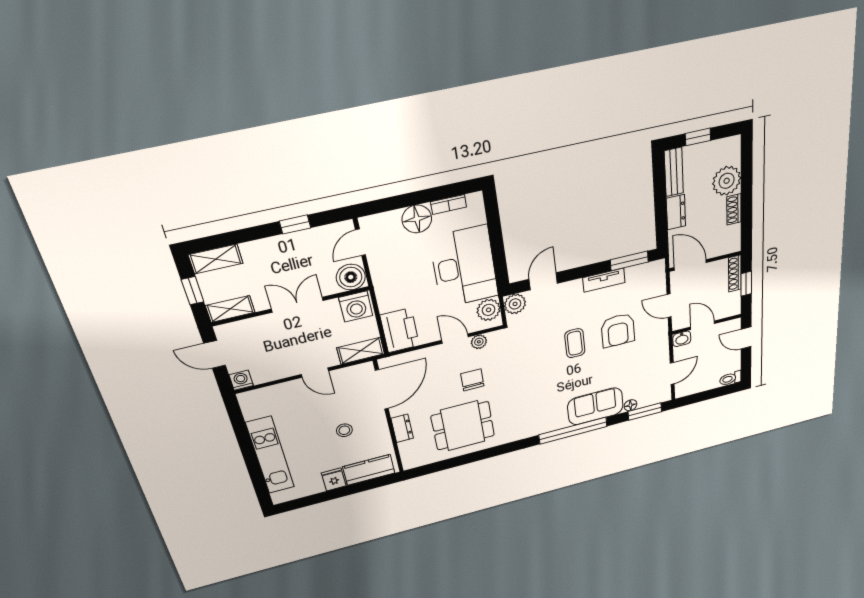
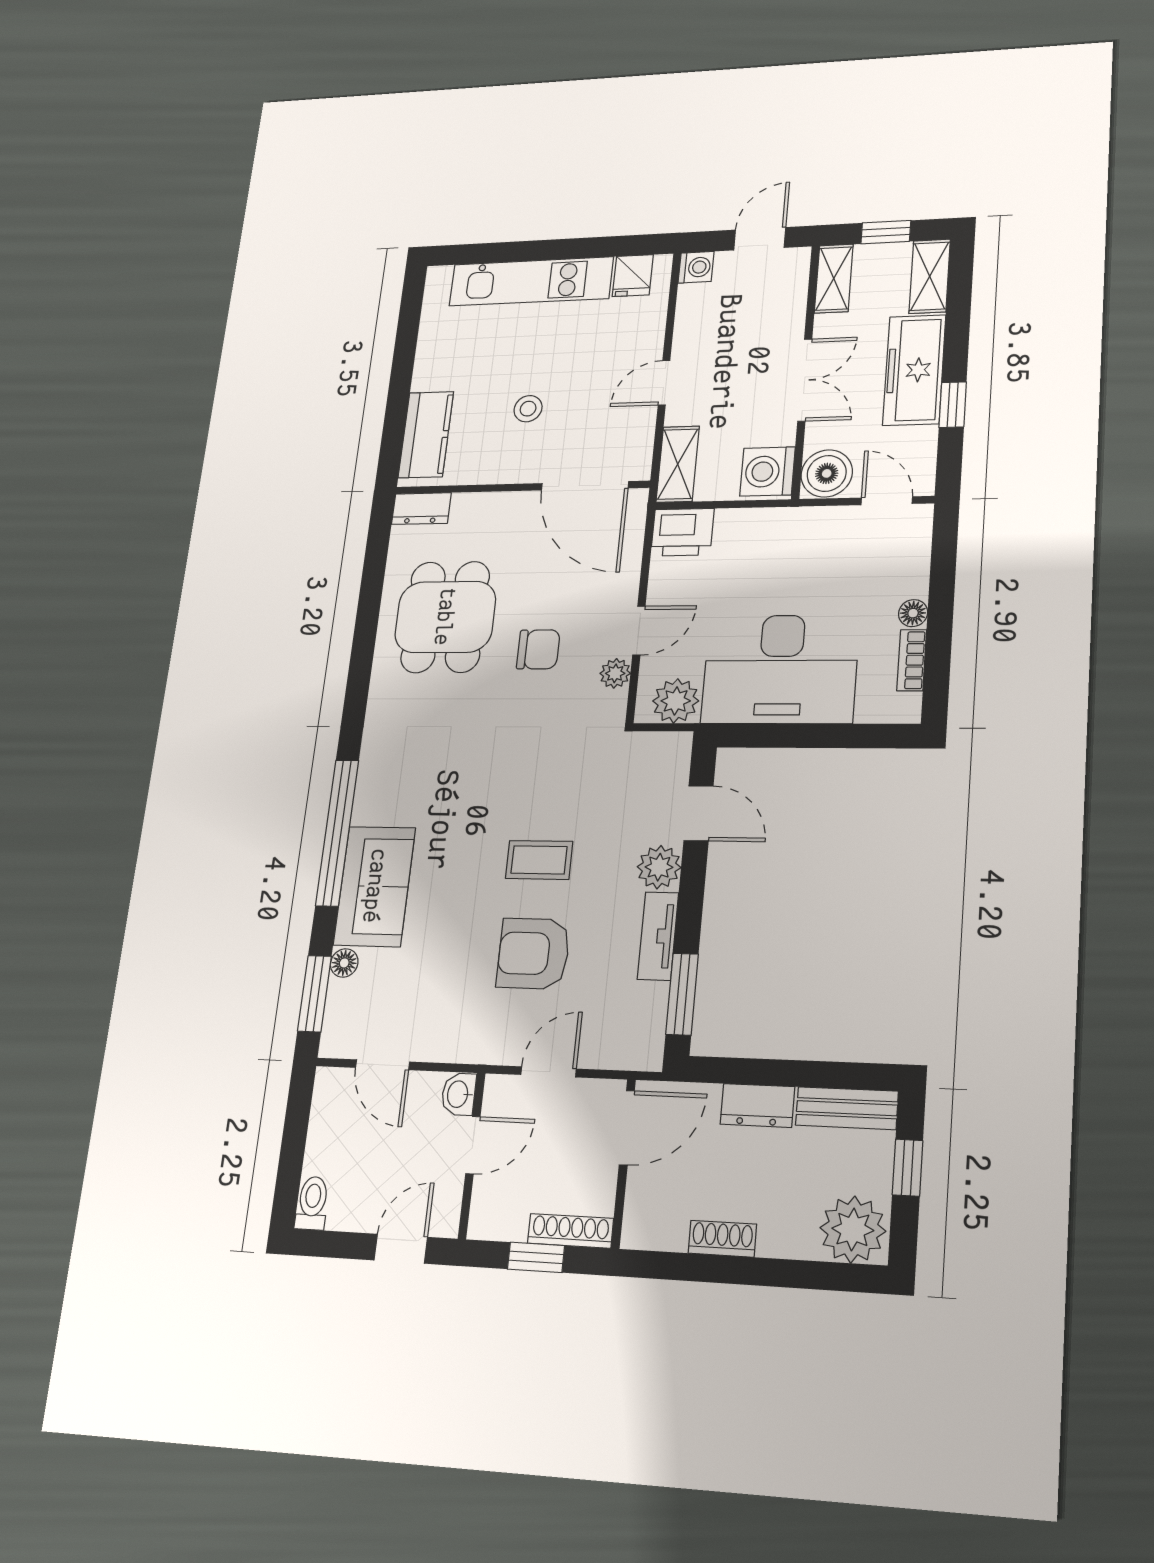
plant: (727, 181) -> (853, 1229), moved
floor lamp: (417, 219) -> (913, 613), width x0.53, depth x0.53
freezer: (278, 251) -> (914, 370), added
plant: (515, 304) -> (659, 867), moved
printer: (400, 330) -> (682, 532), width x0.73, depth x0.84
dresser: (402, 428) -> (421, 509), moved
fridge: (334, 479) -> (633, 276), moved, turned 90

